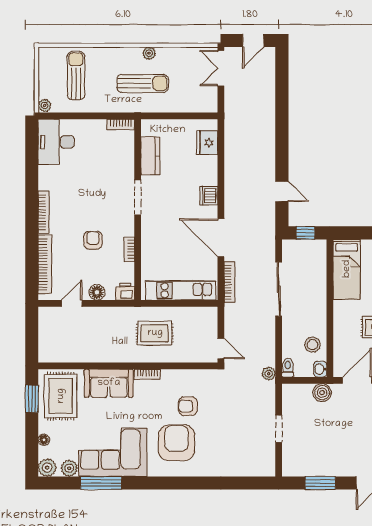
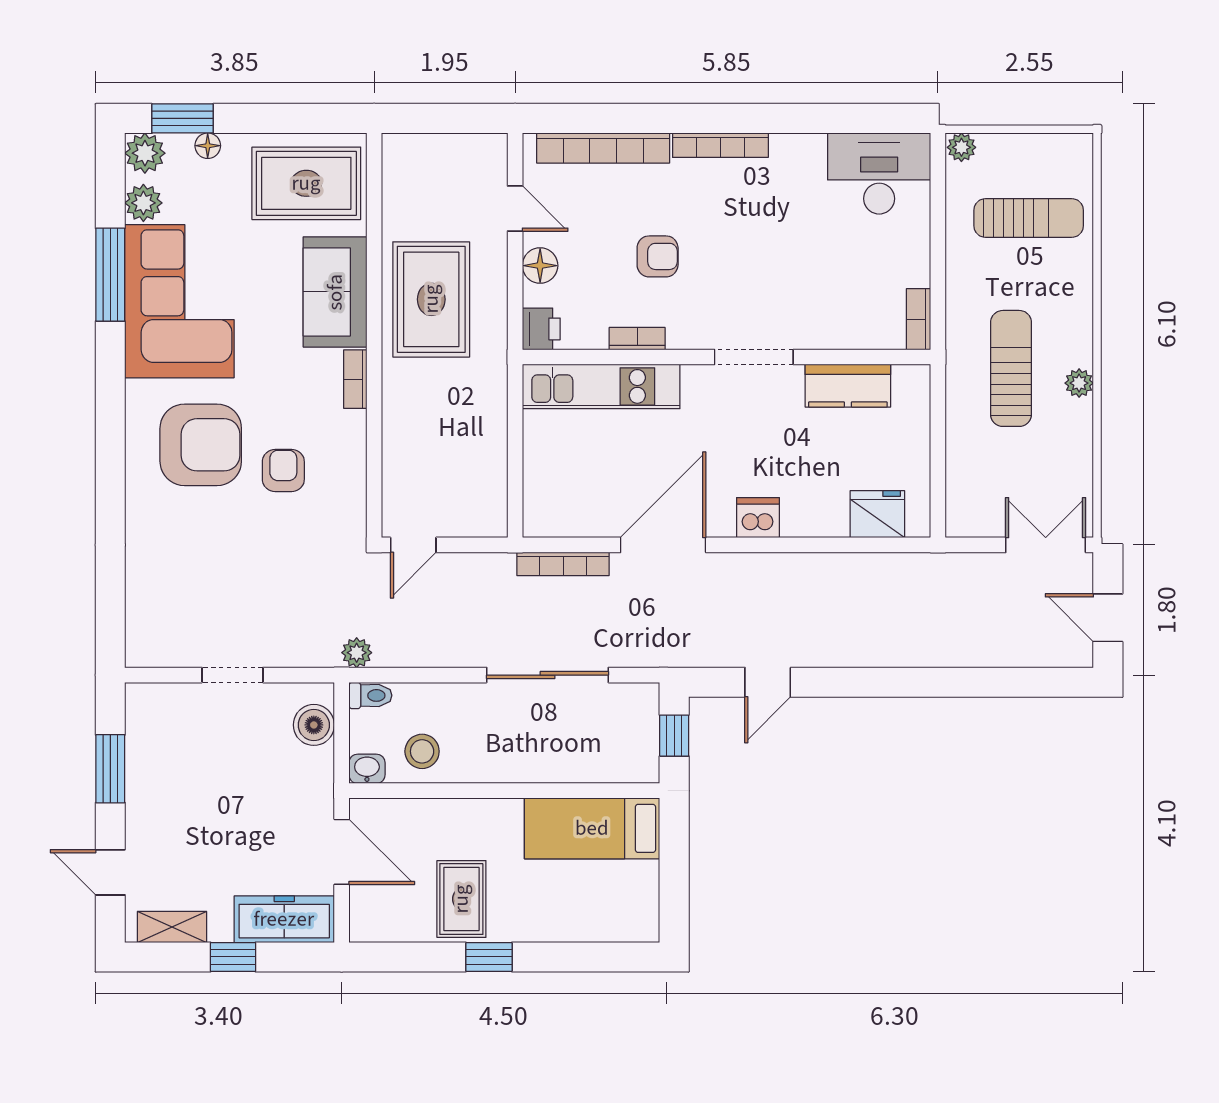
sun lounger: (143, 83) -> (1011, 368), turned 180
kitchen unit: (181, 290) -> (601, 386), moved, turned 90
rug: (155, 333) -> (431, 299), moved, width x1.36, depth x1.43
boiler: (322, 393) -> (314, 725), moved
window: (32, 399) -> (182, 118), moved

